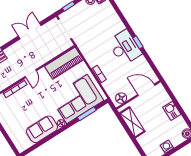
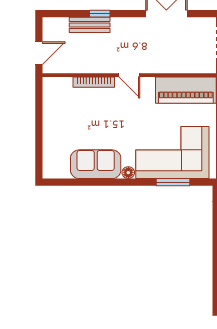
door: (31, 74) -> (129, 75), hinge flipped

